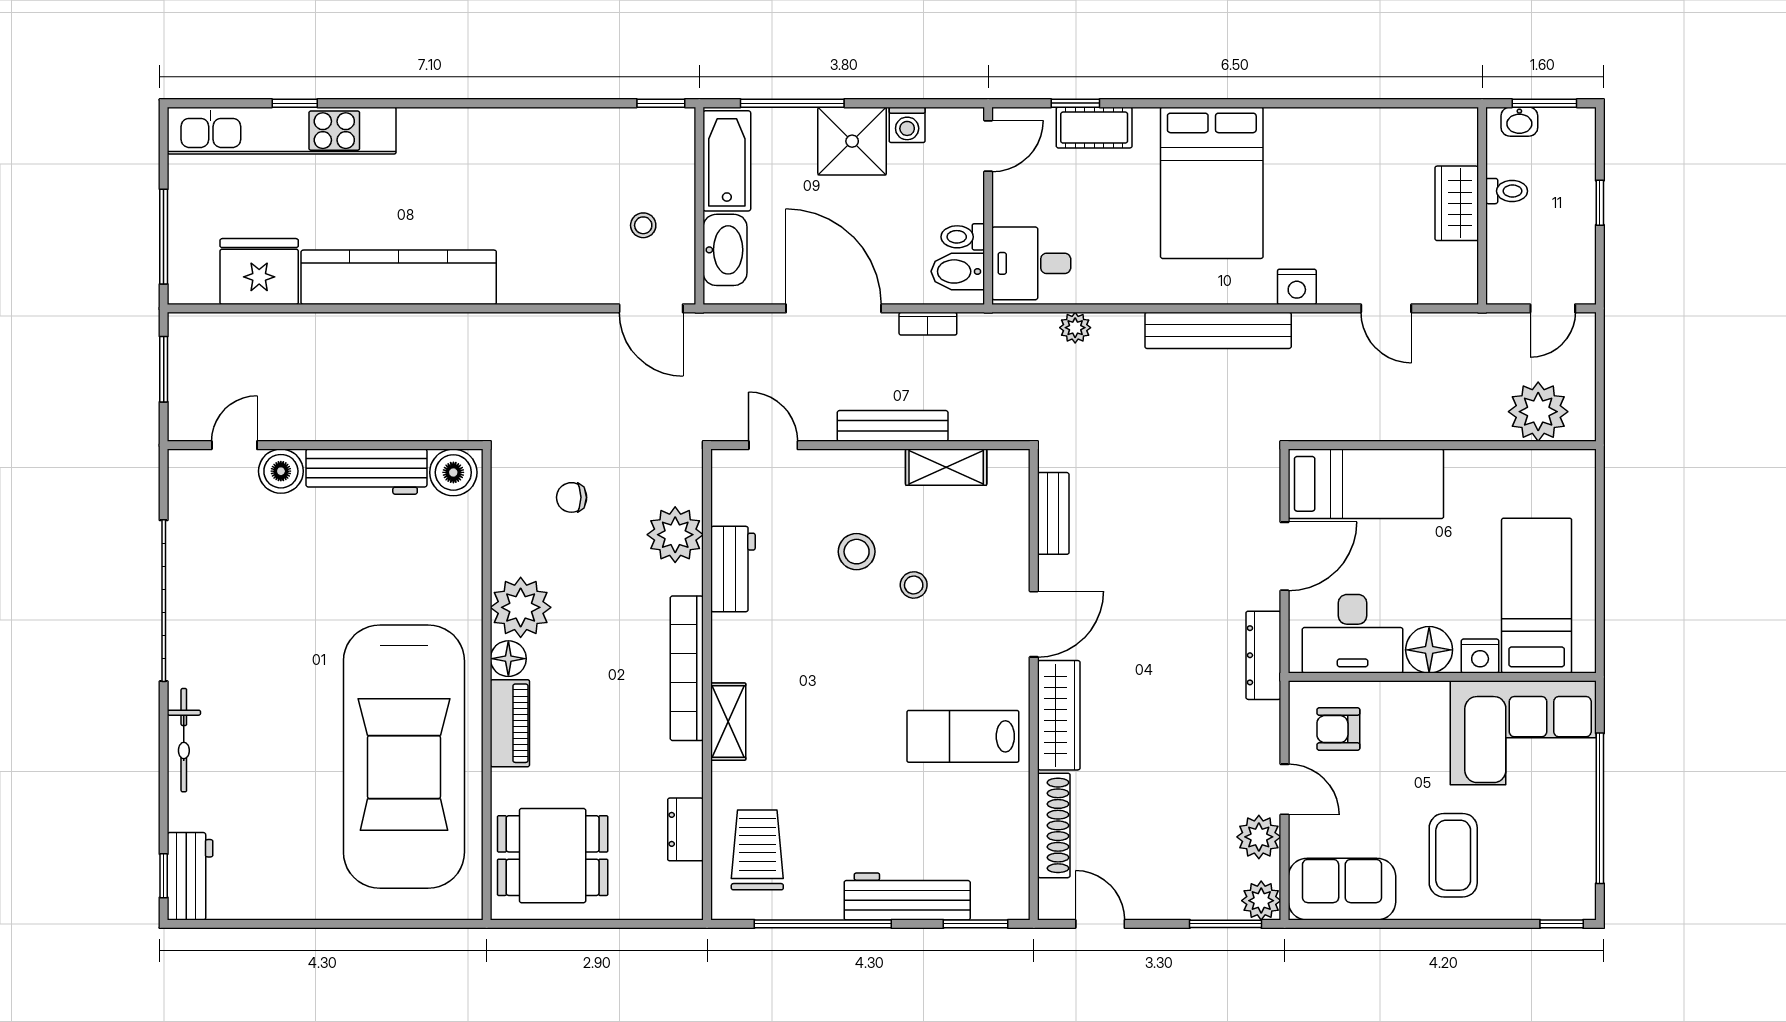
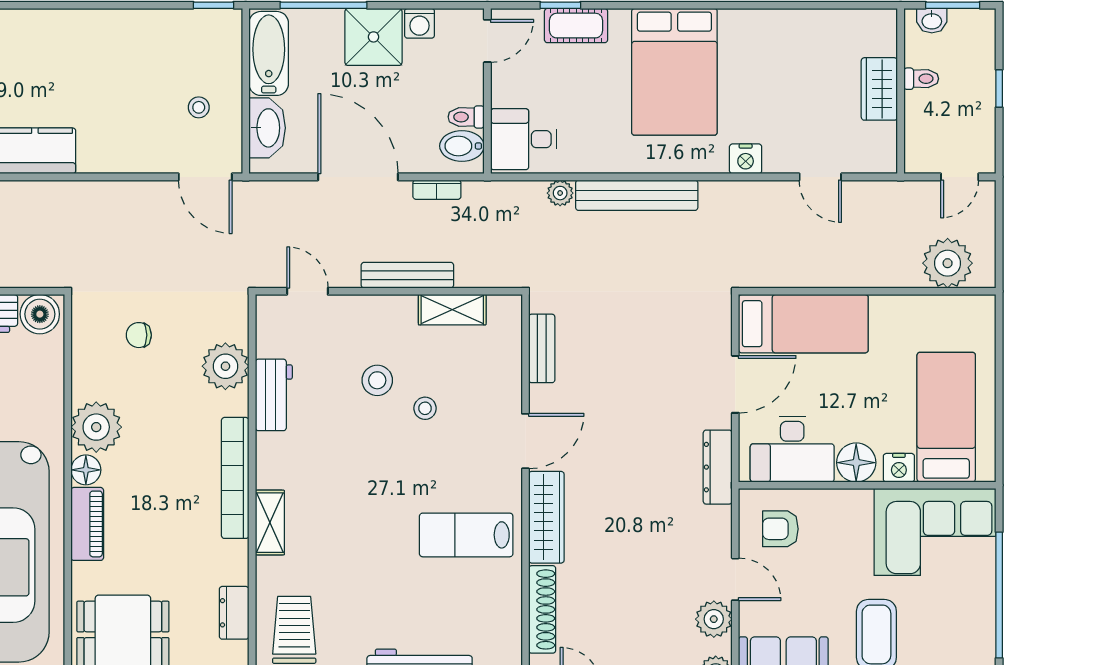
bench: (1218, 330) -> (637, 195), moved

